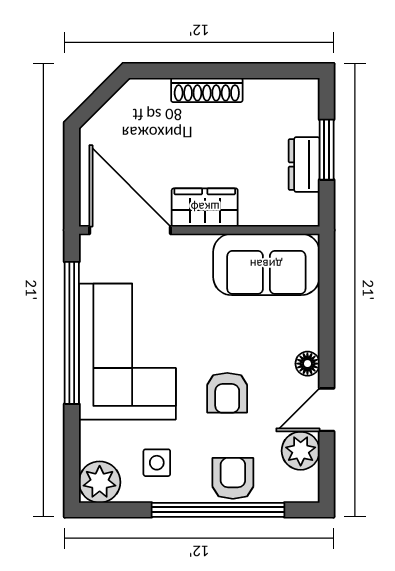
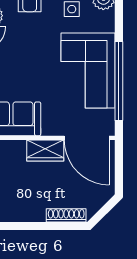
shoe rack: (207, 90) -> (66, 215), moved
armchair: (227, 393) -> (33, 48), removed

